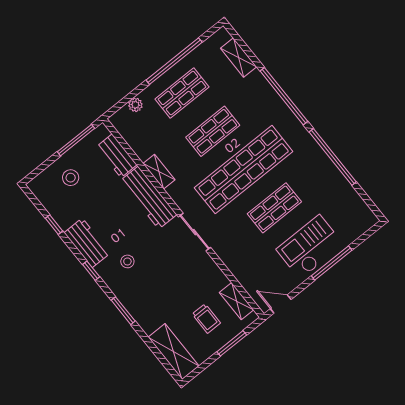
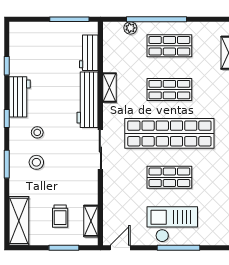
window: (174, 61) -> (157, 19), moved
stool: (71, 178) -> (36, 162), moved
door: (281, 304) -> (120, 248), hinge flipped

